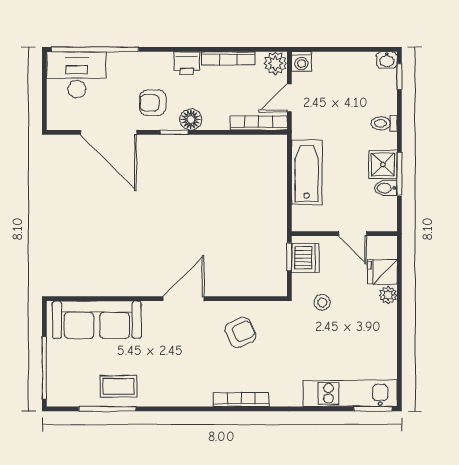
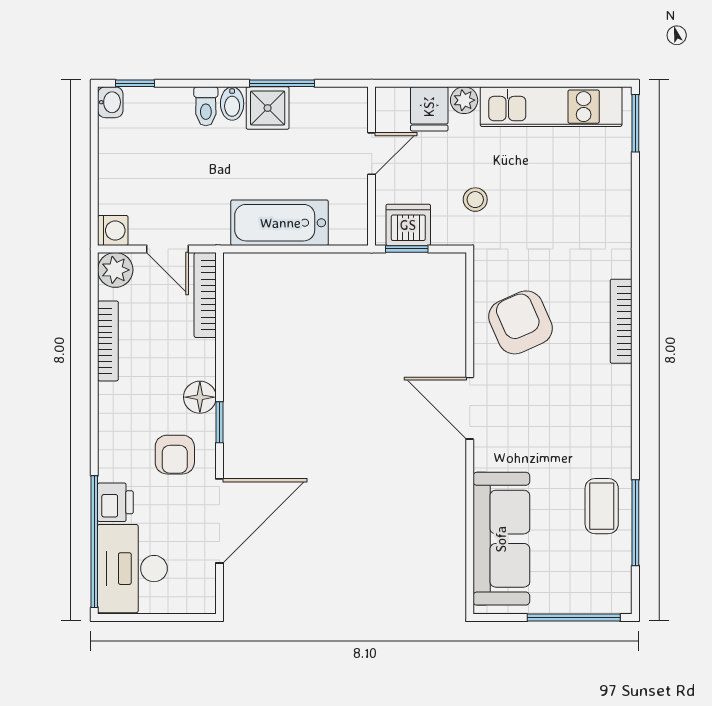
printer: (187, 63) -> (115, 502), moved
bidet: (386, 188) -> (232, 104), moved
armchair: (240, 332) -> (520, 322), width x1.38, depth x1.38
kitchen unit: (350, 393) -> (551, 107), moved, turned -90

